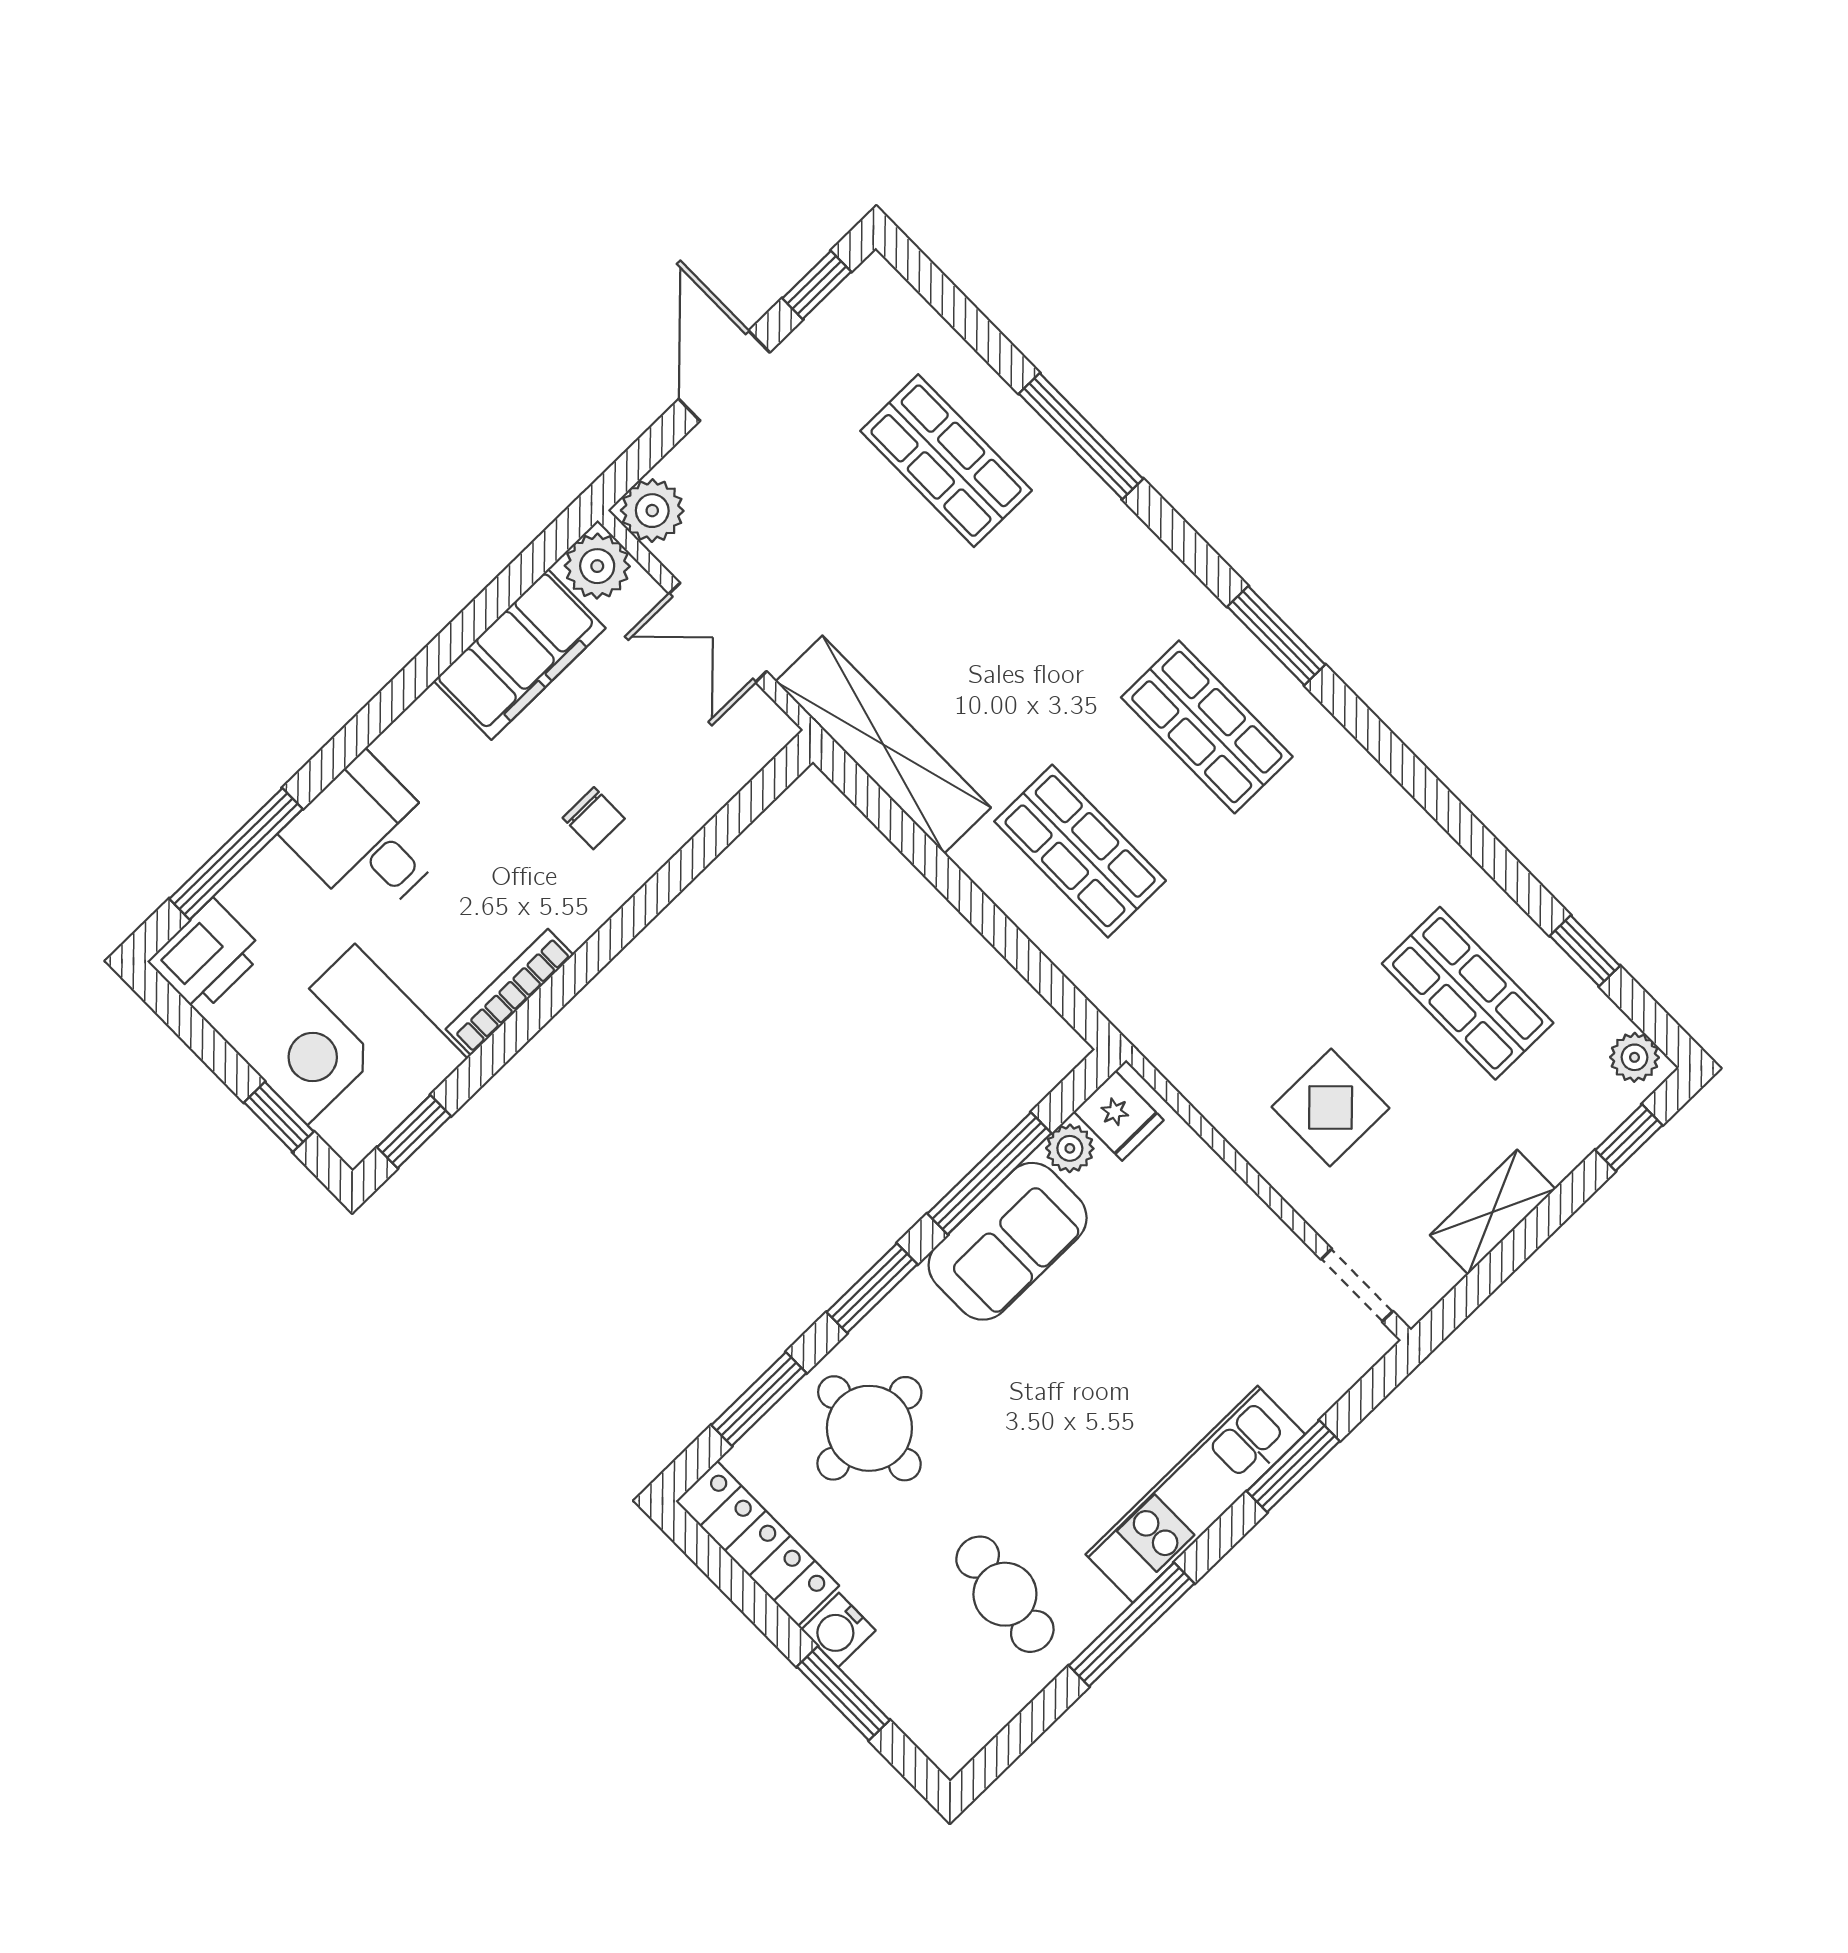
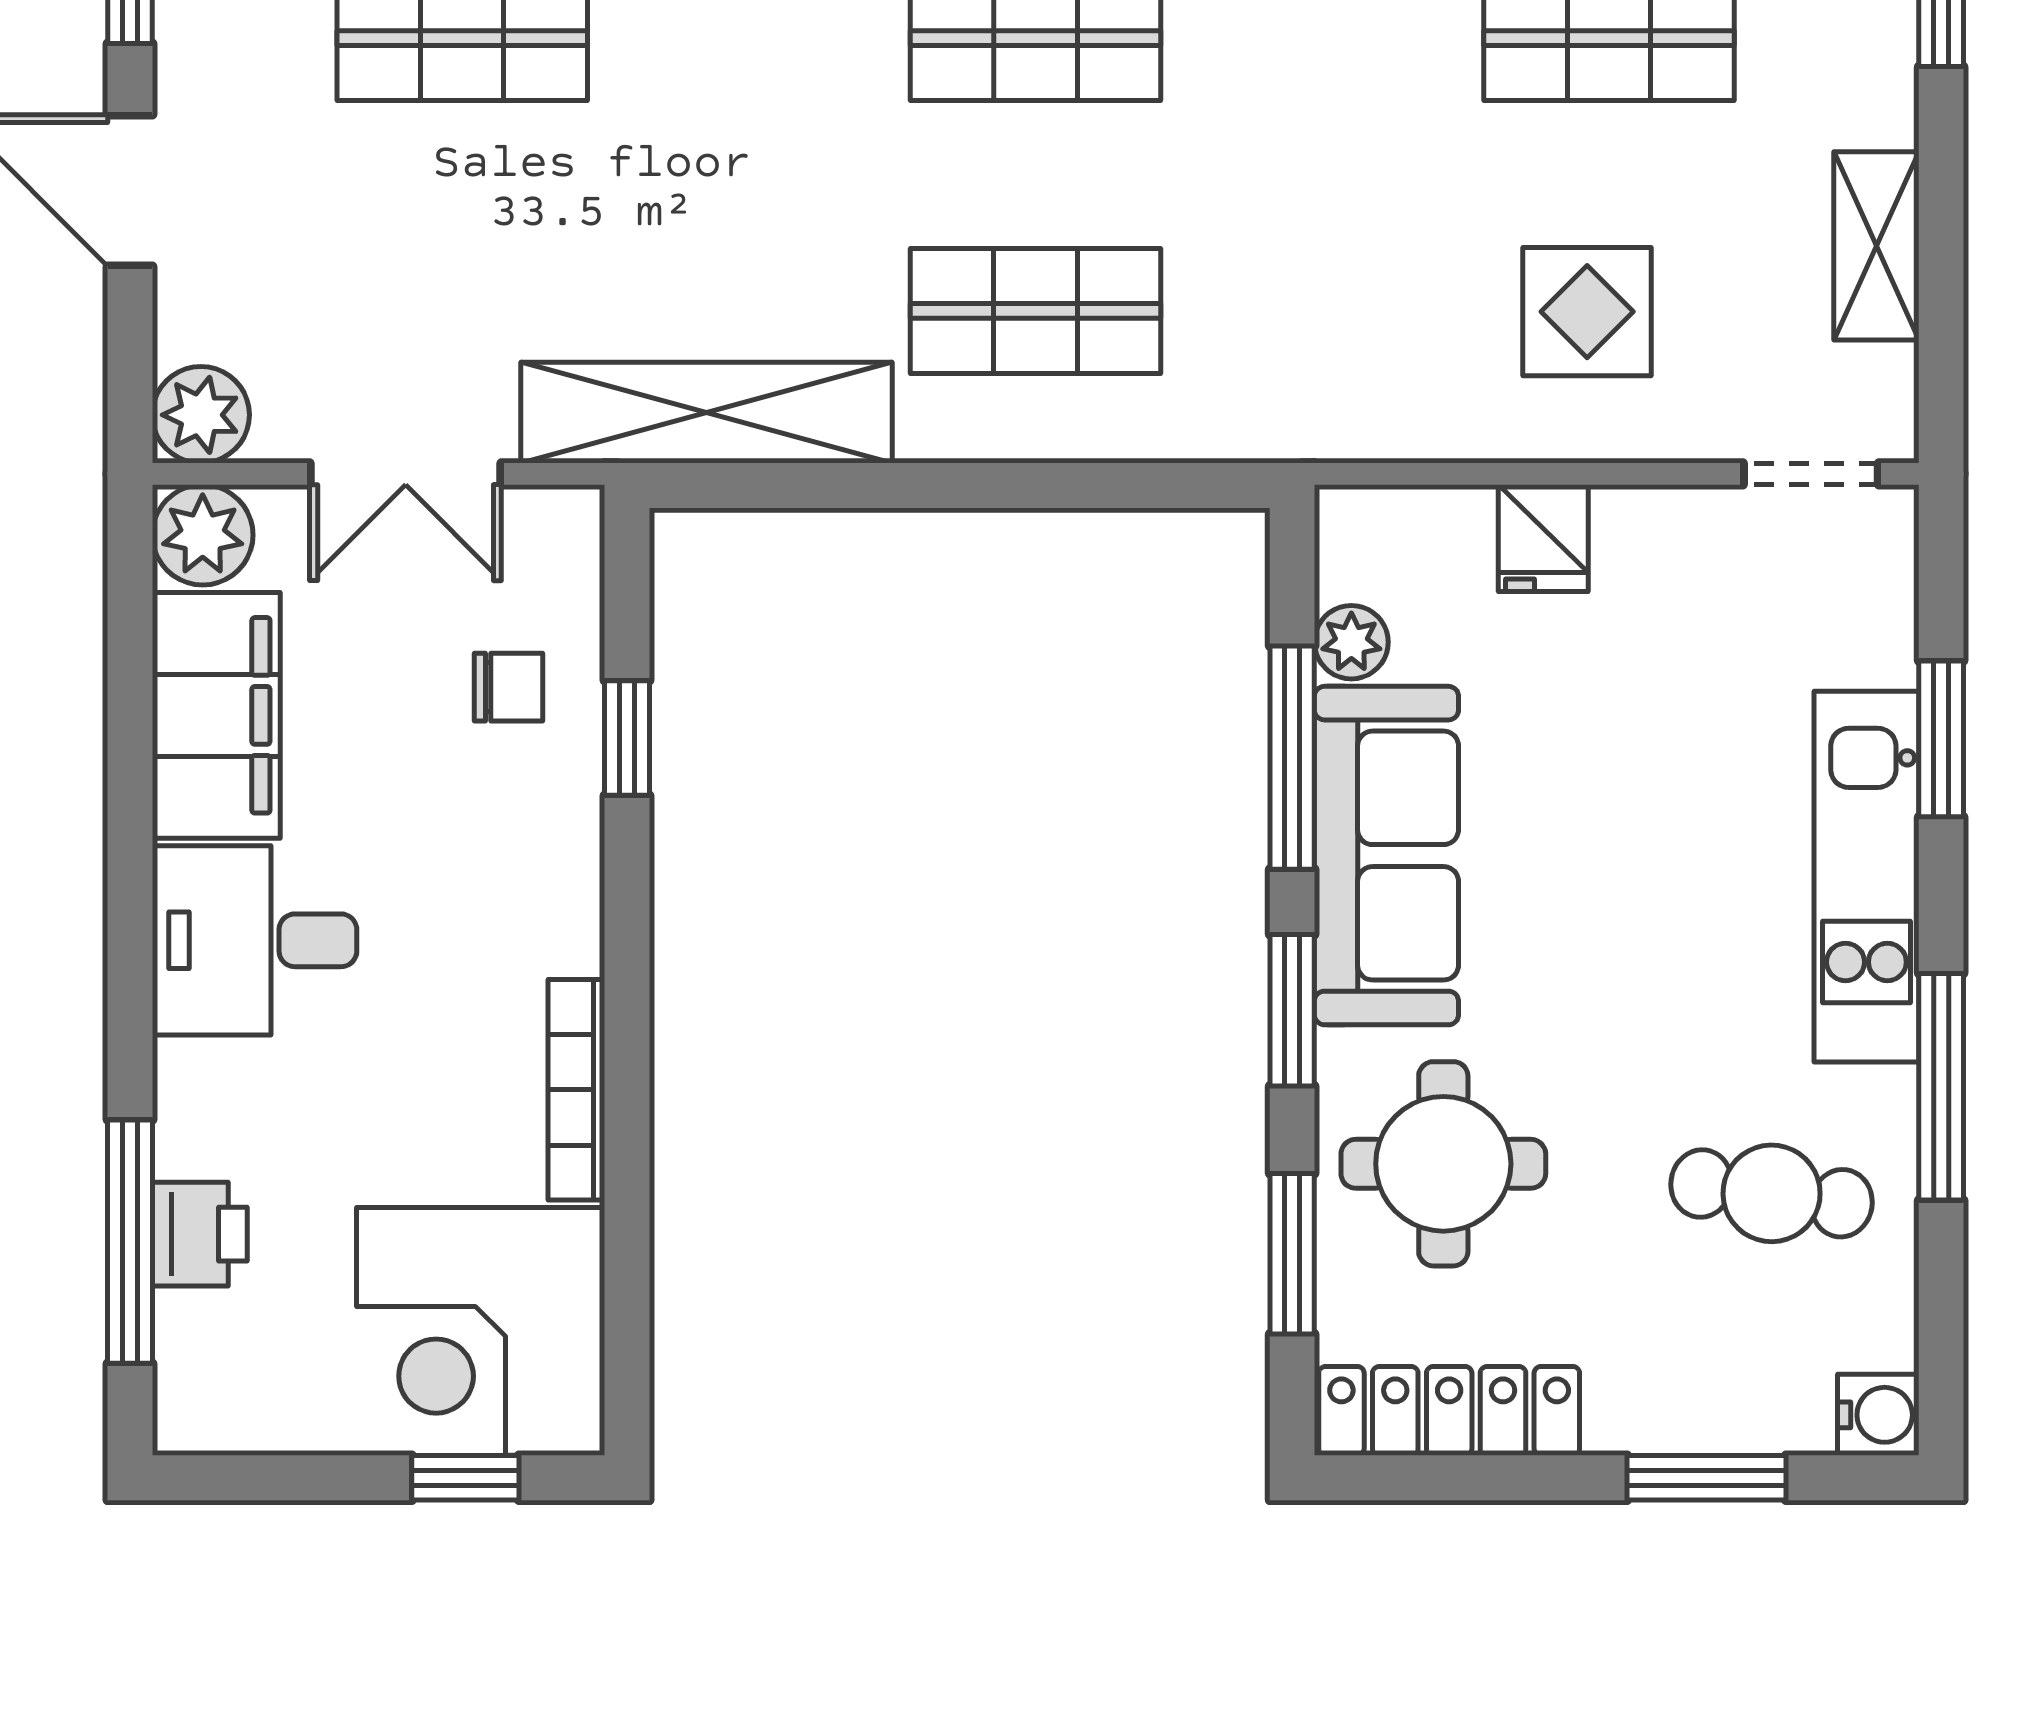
chair: (594, 818) -> (509, 687), moved
desk: (368, 838) -> (255, 940), moved
printer: (206, 956) -> (200, 1234), moved, width x0.73, depth x0.81
fridge: (1119, 1116) -> (1543, 538), moved, turned 90
window: (414, 1132) -> (627, 738), moved
sofa: (1008, 1241) -> (1386, 856), width x1.36
water cooler: (838, 1630) -> (1878, 1415), moved, turned -90

